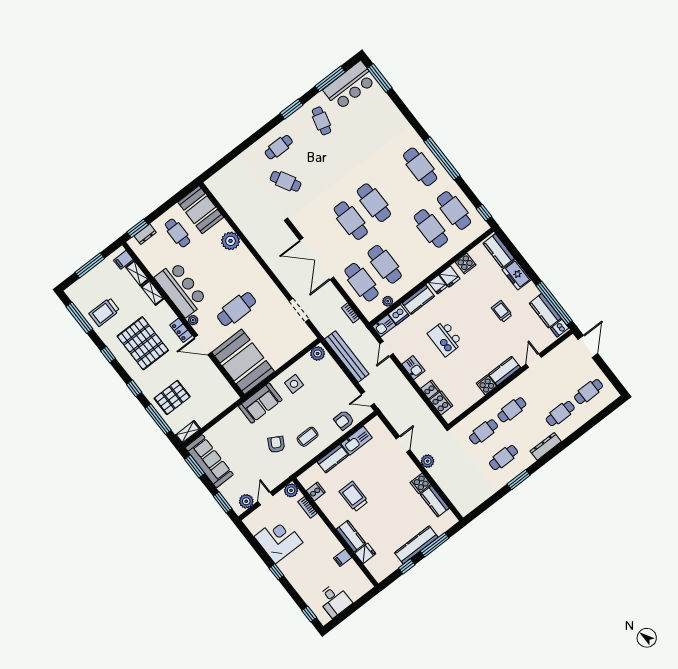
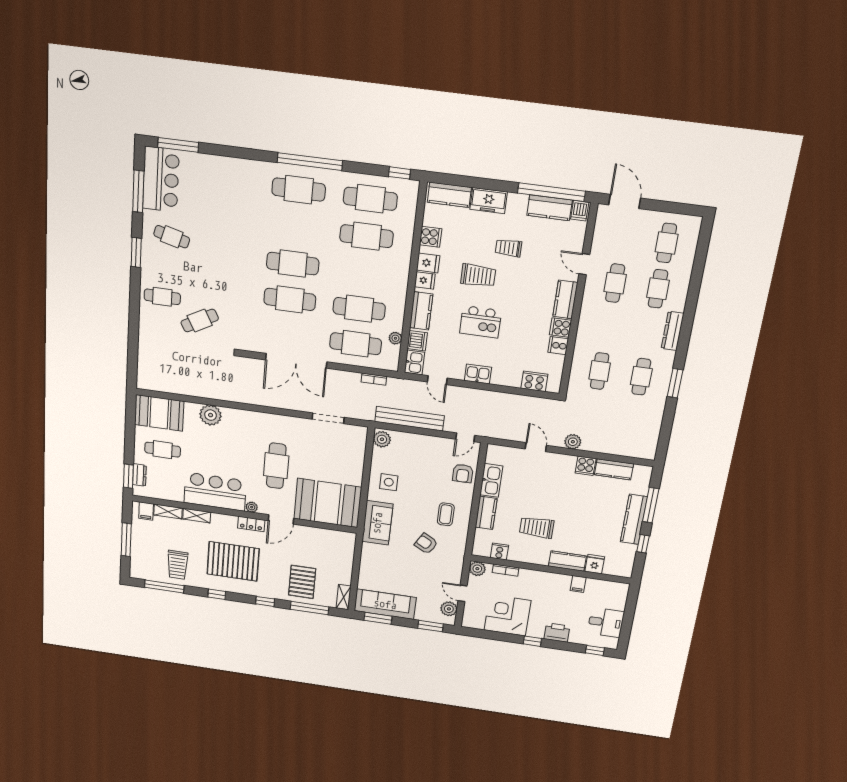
cafe table: (279, 147) -> (162, 297), turned 90
trolley: (470, 311) -> (478, 275), added
cooker: (430, 389) -> (558, 346), moved, turned -90
cafe table: (512, 410) -> (615, 283), moved
printer: (298, 580) -> (557, 632), added

